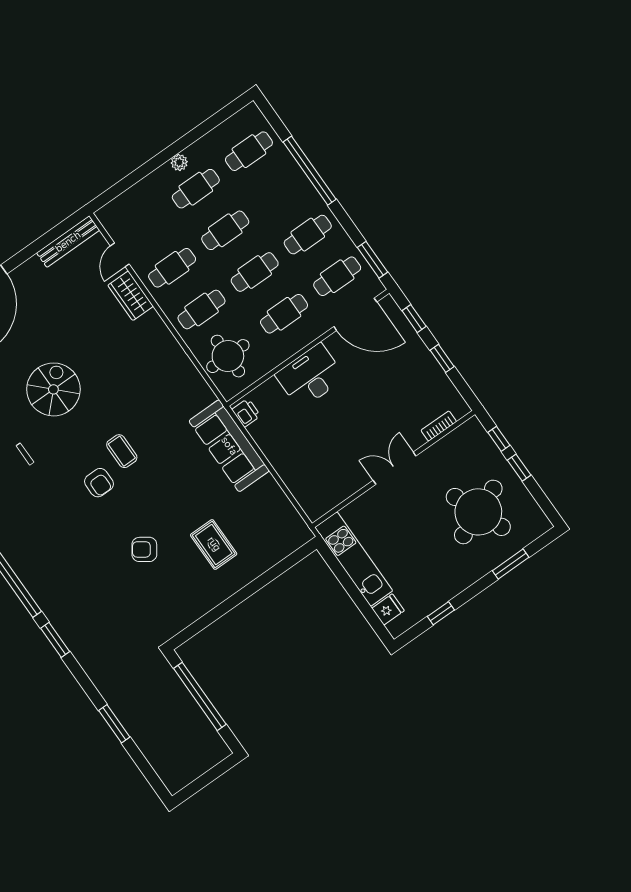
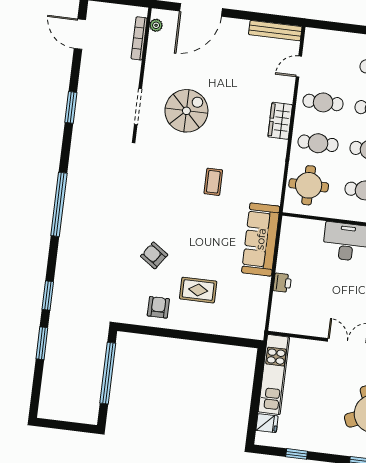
wardrobe: (131, 296) -> (280, 121), moved
printer: (246, 413) -> (282, 283), moved
coffee table: (122, 451) -> (213, 182), moved
armchair: (99, 483) -> (158, 307), moved, turned 180
rug: (214, 544) -> (198, 290), turned 90
window: (55, 640) -> (48, 296), moved

